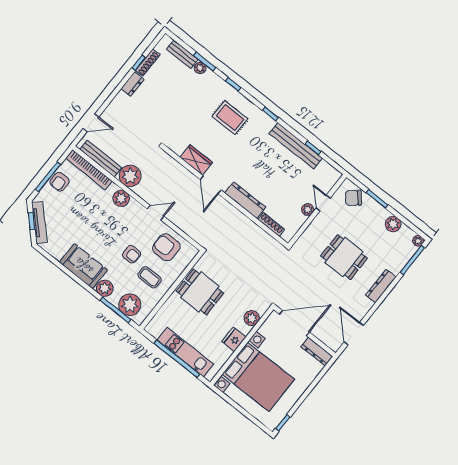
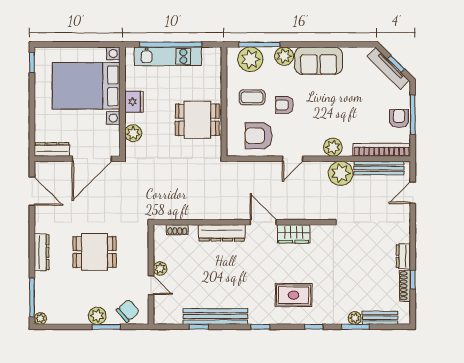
shoe rack: (271, 224) -> (177, 230), width x0.70
plant: (393, 224) -> (97, 316), moved
armchair: (166, 247) -> (259, 136), turned 180

